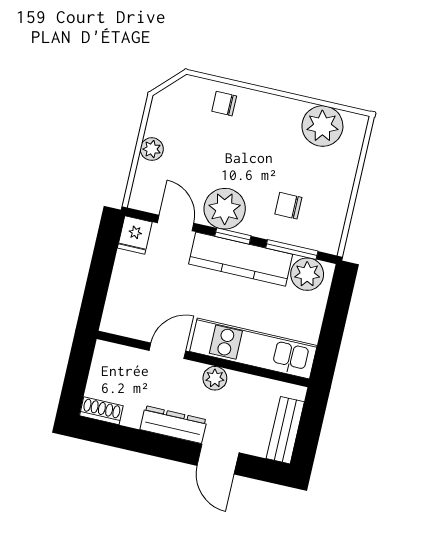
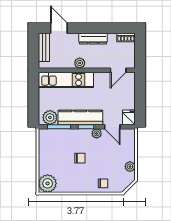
plant: (322, 126) -> (48, 183), moved
plant: (152, 149) -> (130, 167), moved
chair: (288, 206) -> (80, 158), moved
plant: (225, 209) -> (97, 133), width x0.53, depth x0.53
door: (167, 351) -> (118, 70), moved
door: (218, 459) -> (59, 28), moved

